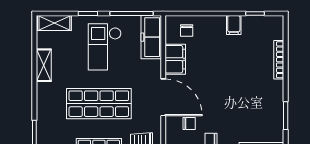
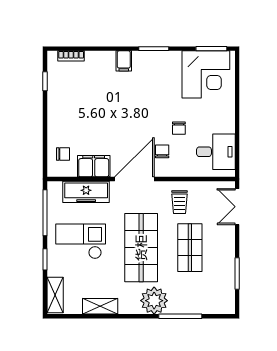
filing cabinet: (234, 25) -> (124, 61), moved, turned 90
freezer: (151, 37) -> (86, 192), moved
checkout: (105, 47) -> (81, 241), turned 180
bookcase: (279, 60) -> (71, 56), moved, width x0.64
plant: (49, 116) -> (154, 301), added

